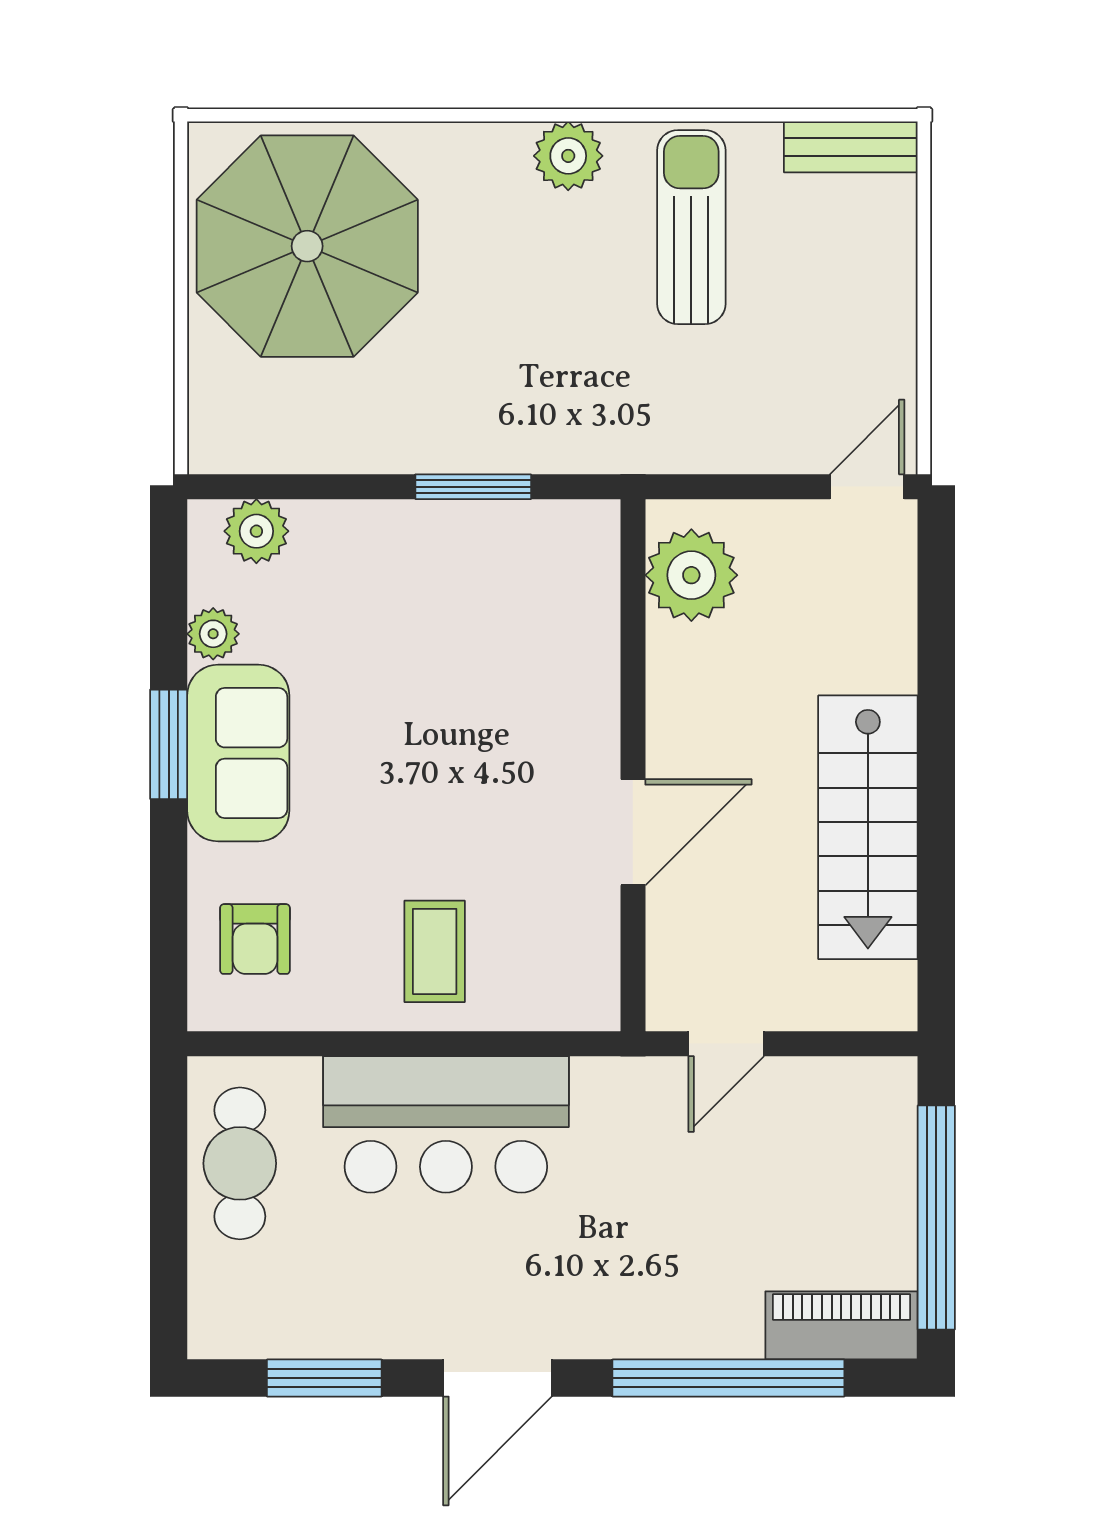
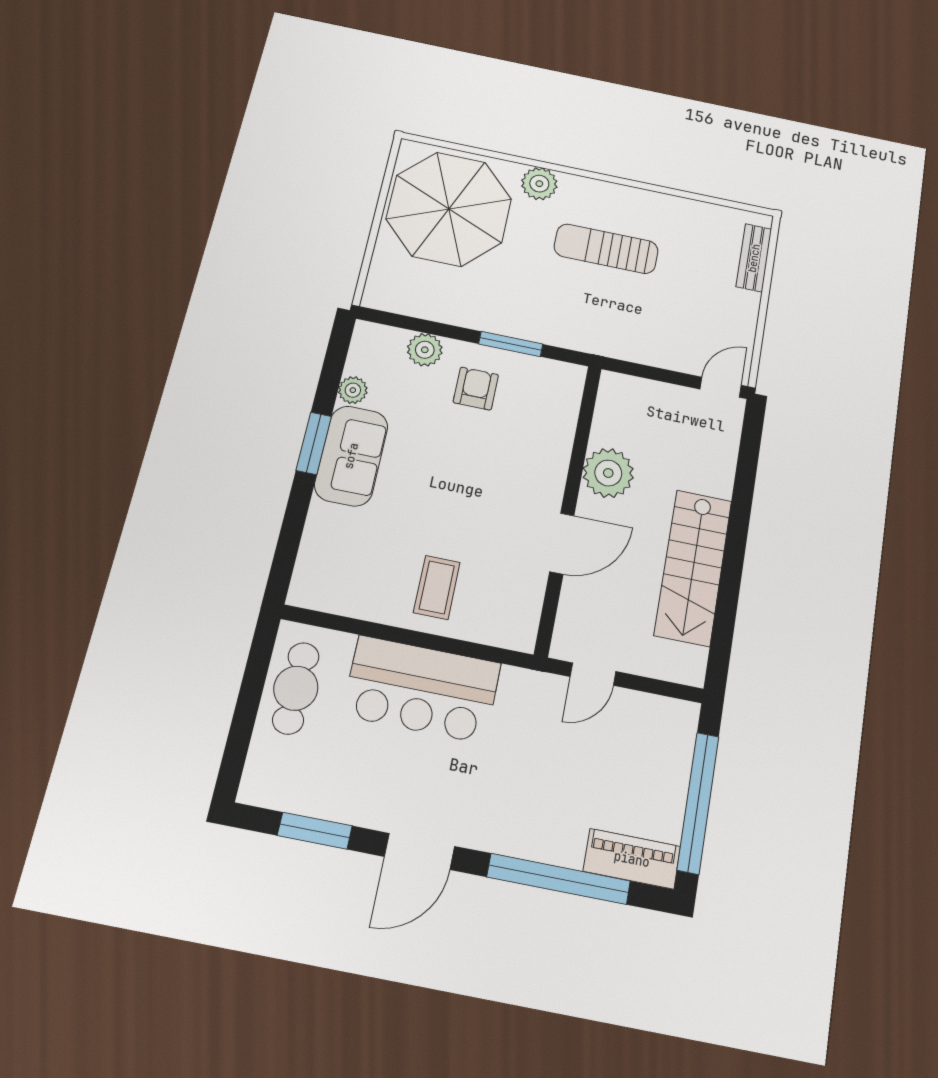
bench: (851, 147) -> (754, 258), moved, turned 90
plant: (568, 156) -> (539, 184), moved
sun lounger: (691, 227) -> (606, 249), moved, turned -90
plant: (256, 531) -> (425, 350), moved
plant: (691, 575) -> (608, 473), moved
armchair: (255, 939) -> (476, 389), moved, turned 180

